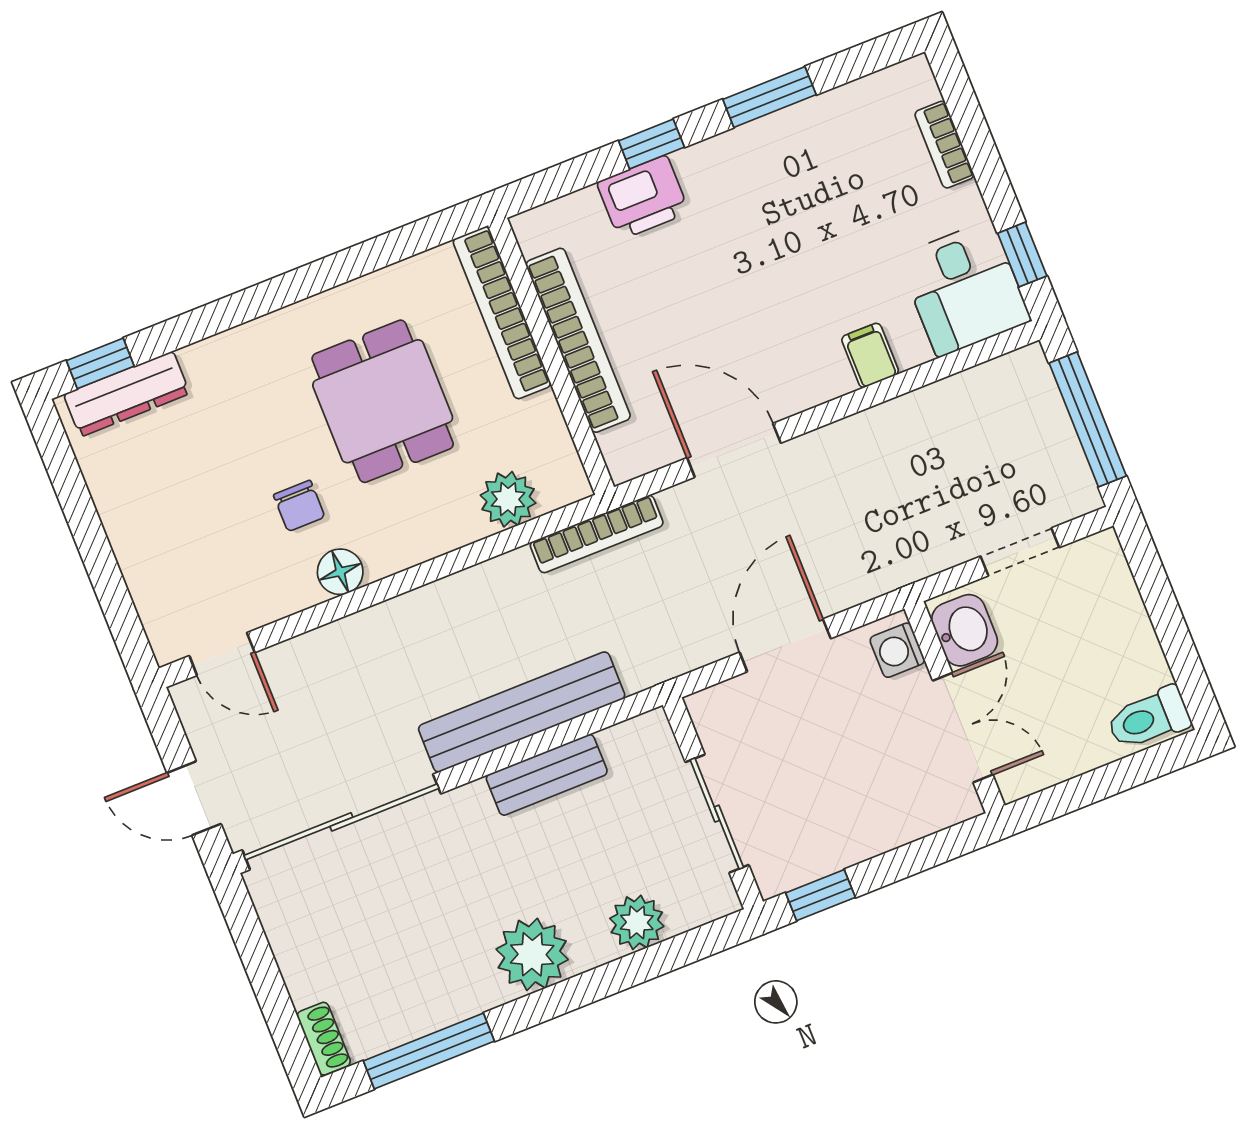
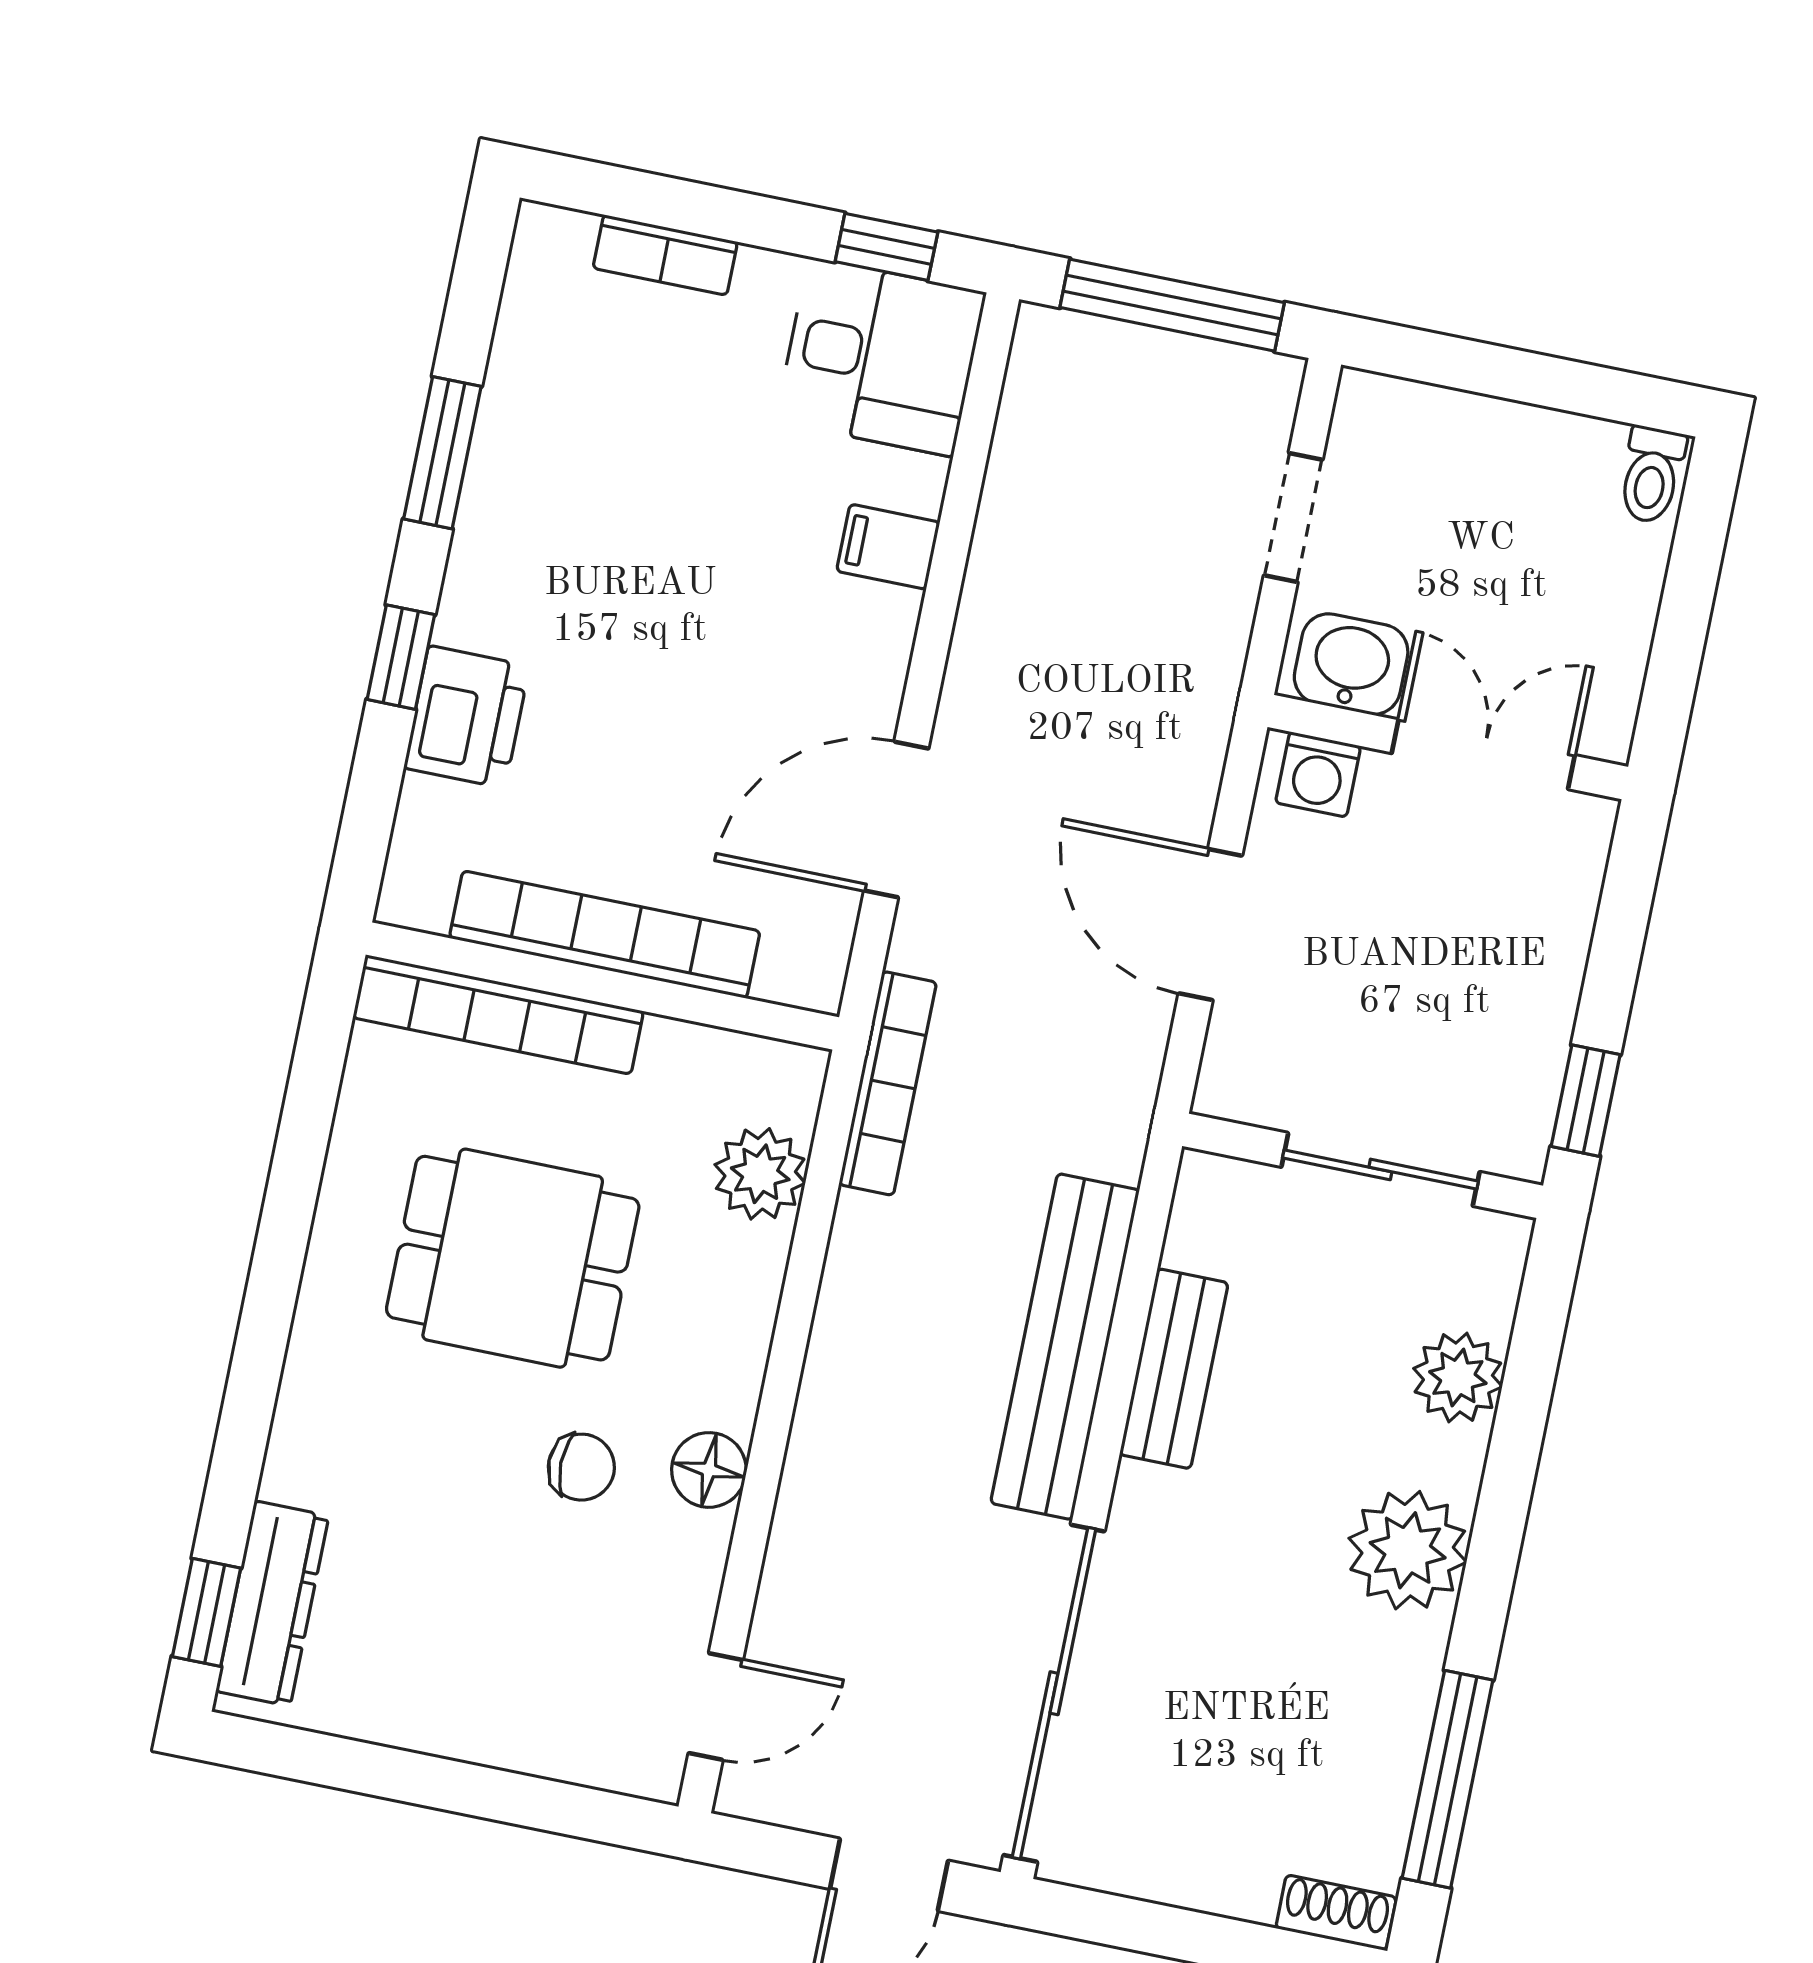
toilet: (1149, 718) -> (1652, 475), width x0.73, depth x0.72

